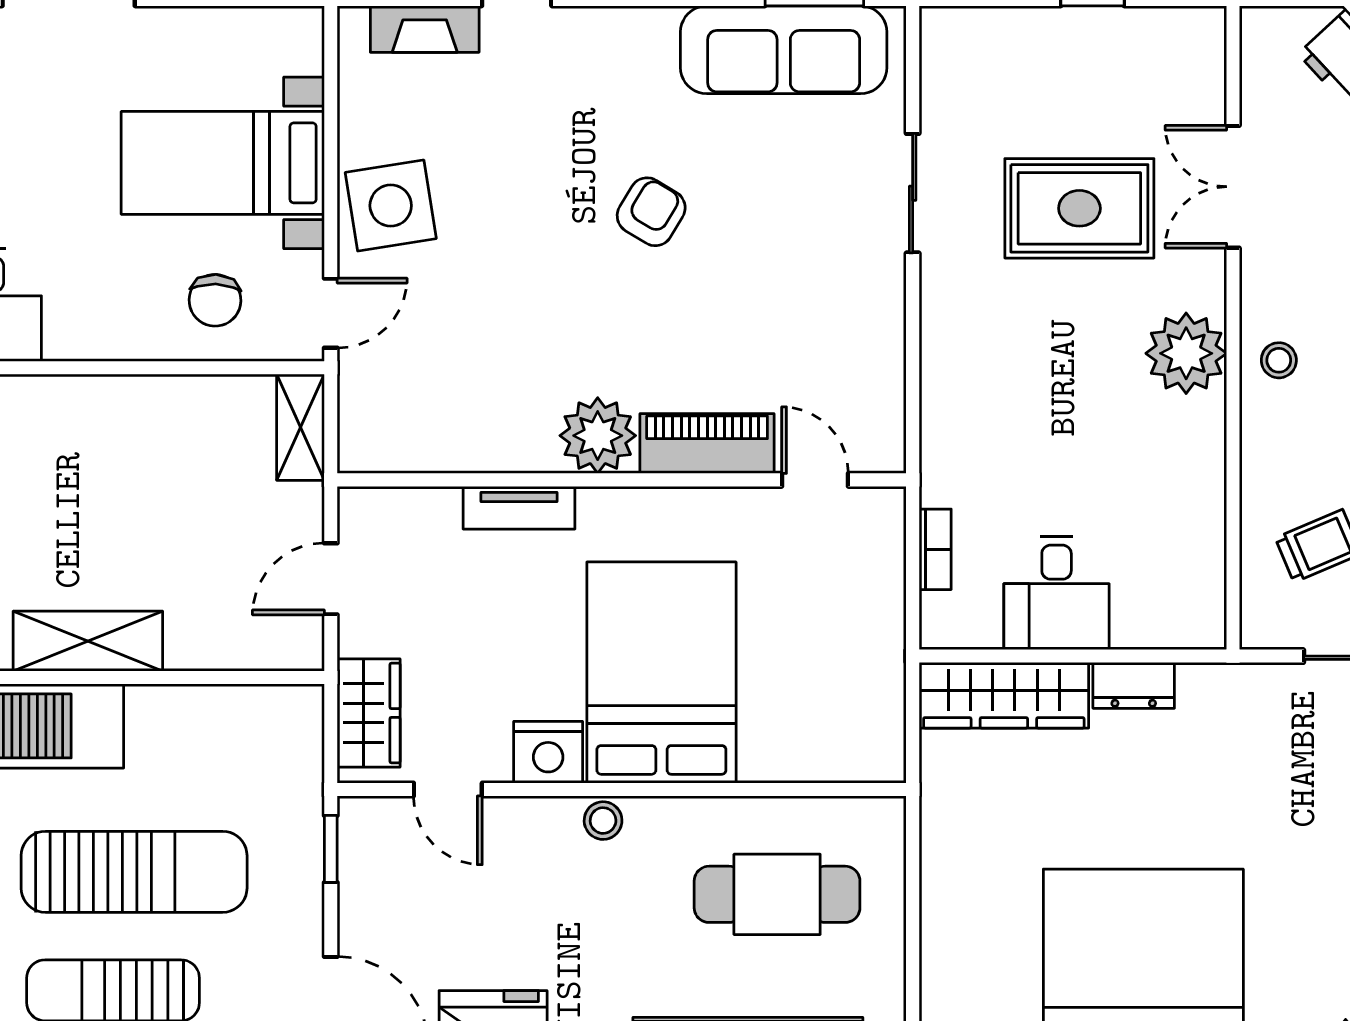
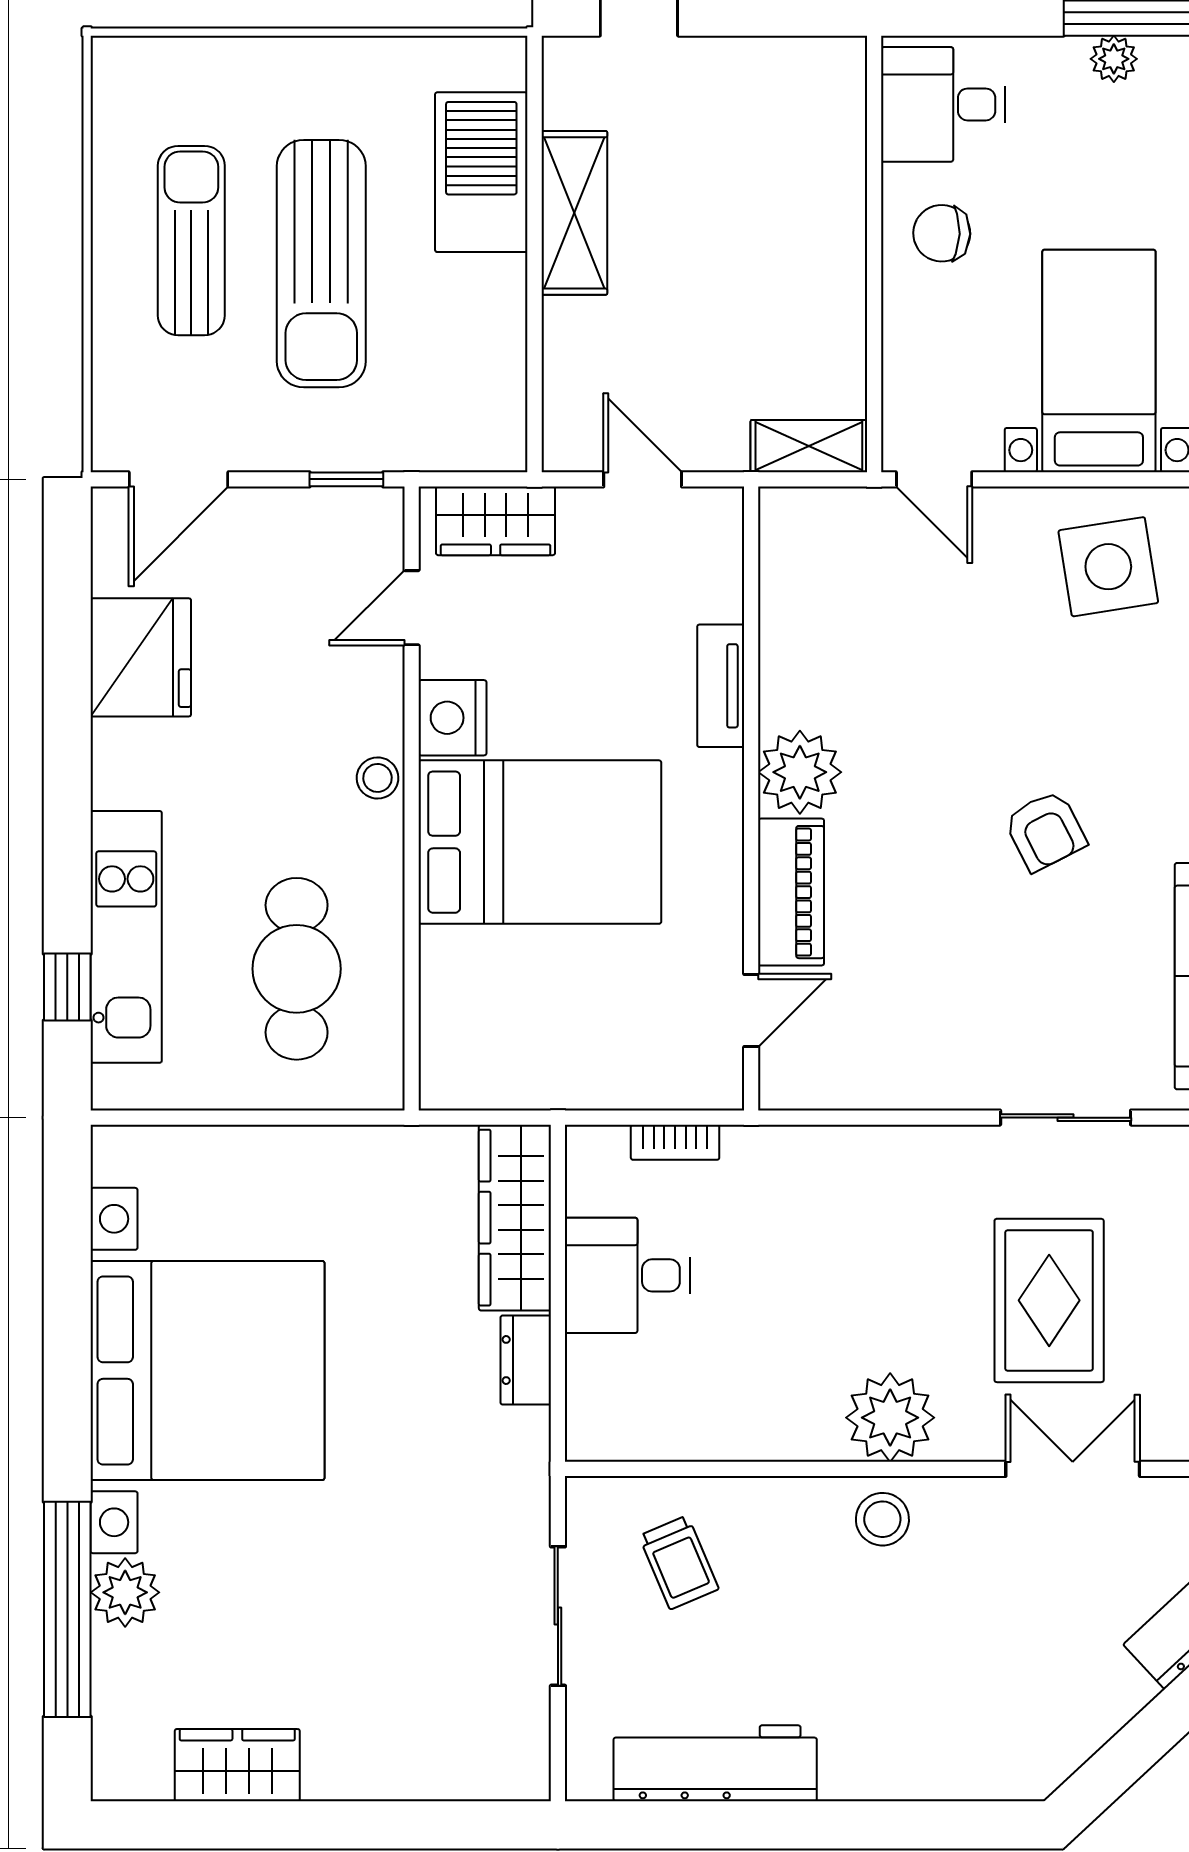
side table: (391, 206) -> (1108, 567), moved
armchair: (651, 212) -> (1045, 831), turned 32
chair: (215, 300) -> (942, 233), moved
stool: (1279, 360) -> (882, 1519), width x1.37, depth x1.37

